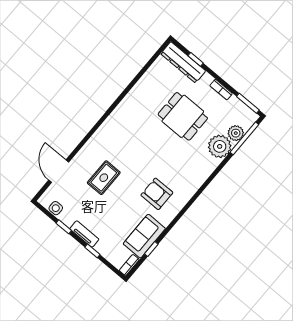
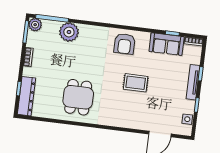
dining table: (183, 116) -> (78, 97), moved
plant: (236, 133) -> (35, 25), moved
rug: (104, 178) -> (136, 83), moved
armchair: (157, 194) -> (125, 44), moved
tv unit: (84, 234) -> (193, 82), width x1.41

